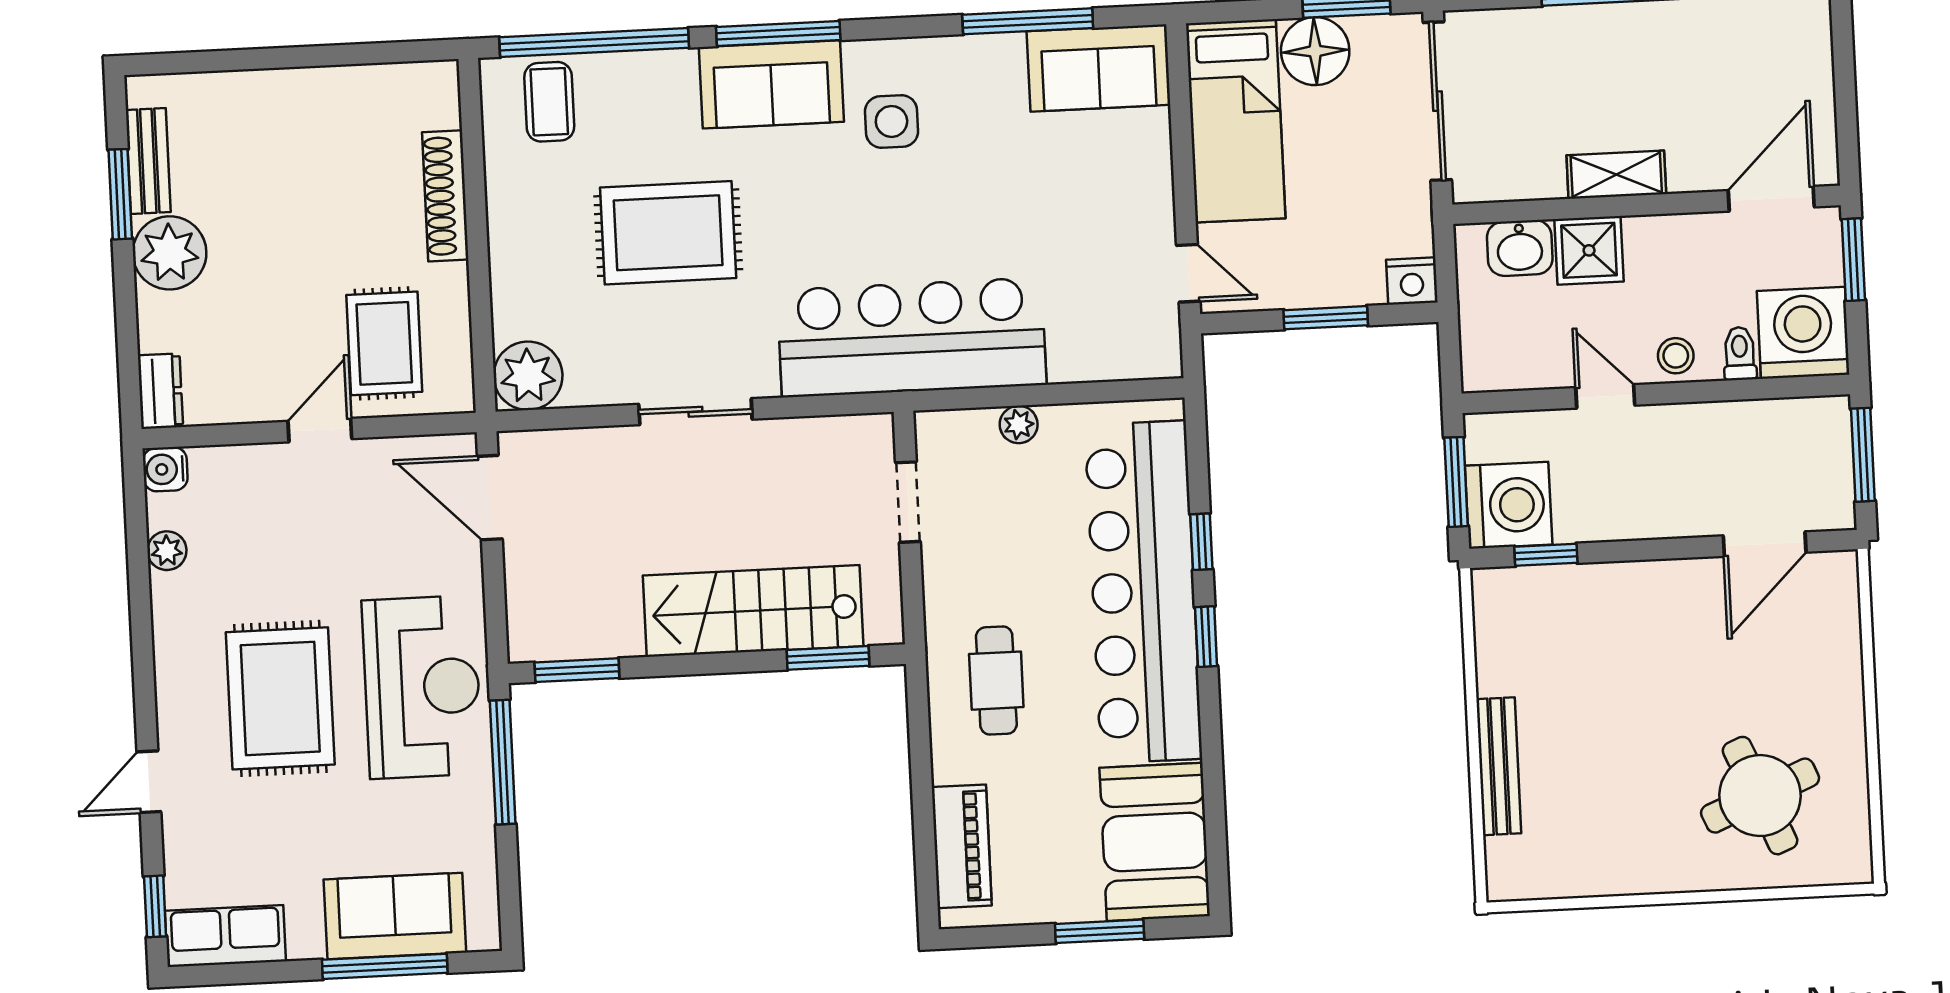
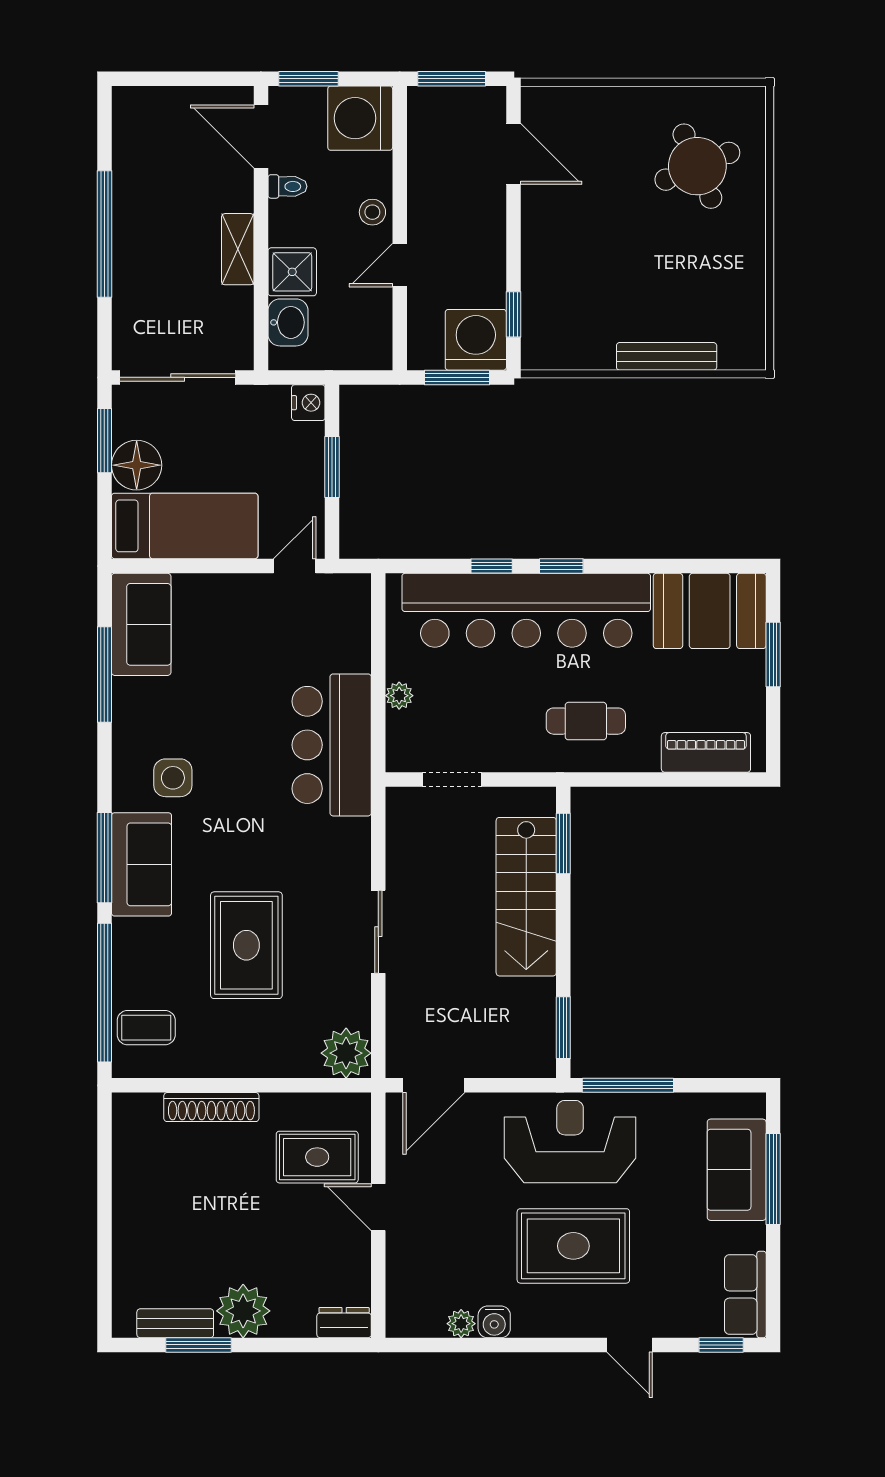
bar counter: (912, 337) -> (332, 745), width x0.73
toilet: (1740, 354) -> (287, 186), moved, turned 180
water cooler: (165, 469) -> (494, 1322), moved

